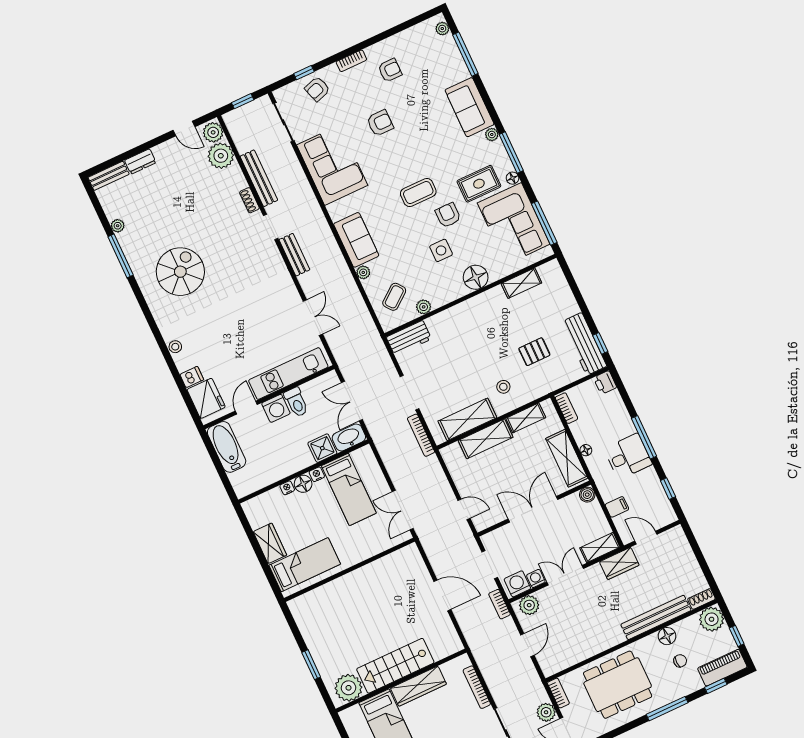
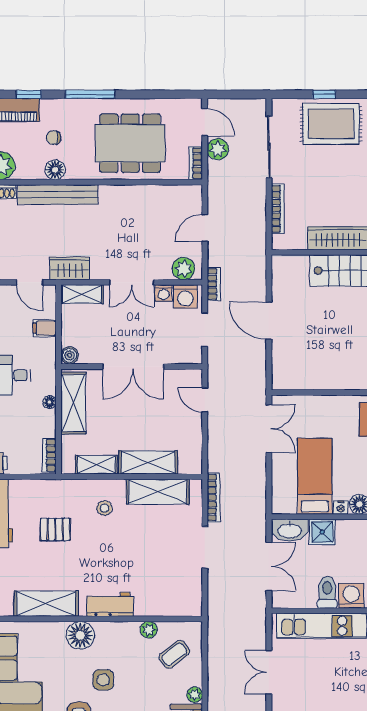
shelving: (521, 283) -> (46, 604), width x1.50, depth x1.33
workbench: (409, 338) -> (110, 604), moved

